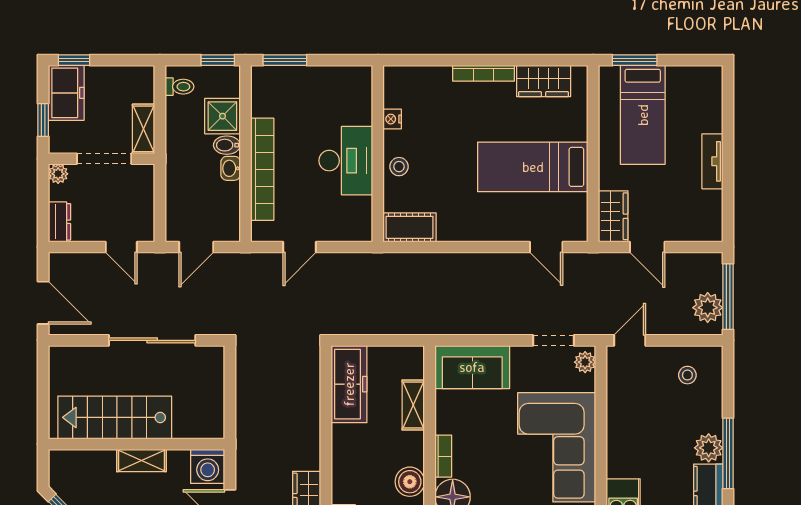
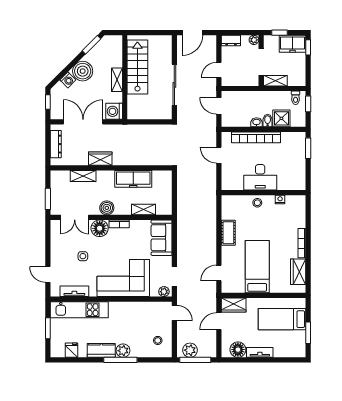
window: (218, 60) -> (308, 104), moved
window: (635, 60) -> (308, 333), moved
floor lamp: (707, 207) -> (238, 350), added
cot: (410, 227) -> (228, 233), moved
freezer: (349, 384) -> (133, 179), moved

